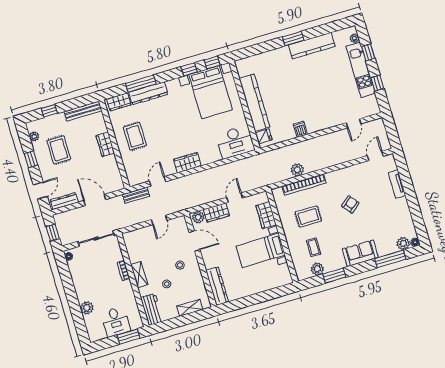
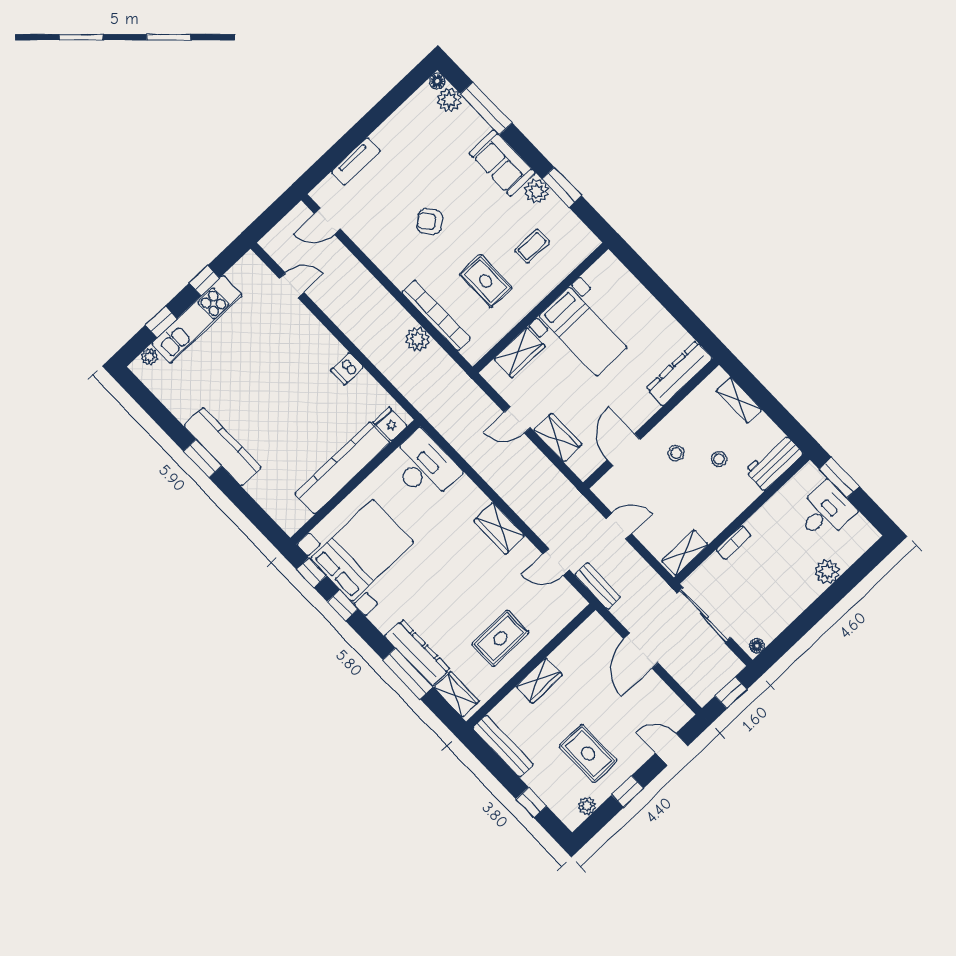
kitchen counter: (312, 46) -> (223, 447), moved
rug: (59, 150) -> (588, 754), turned 90
dresser: (64, 201) -> (669, 700), removed
plant: (198, 217) -> (581, 464), removed
plant: (317, 269) -> (537, 191), moved
shelving: (139, 275) -> (685, 553), moved

